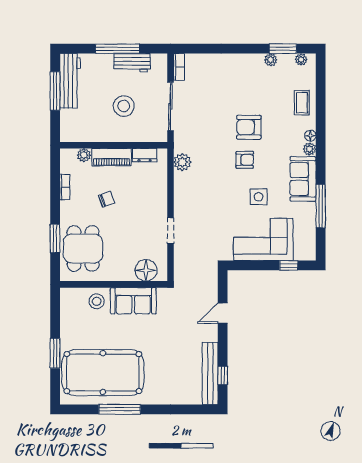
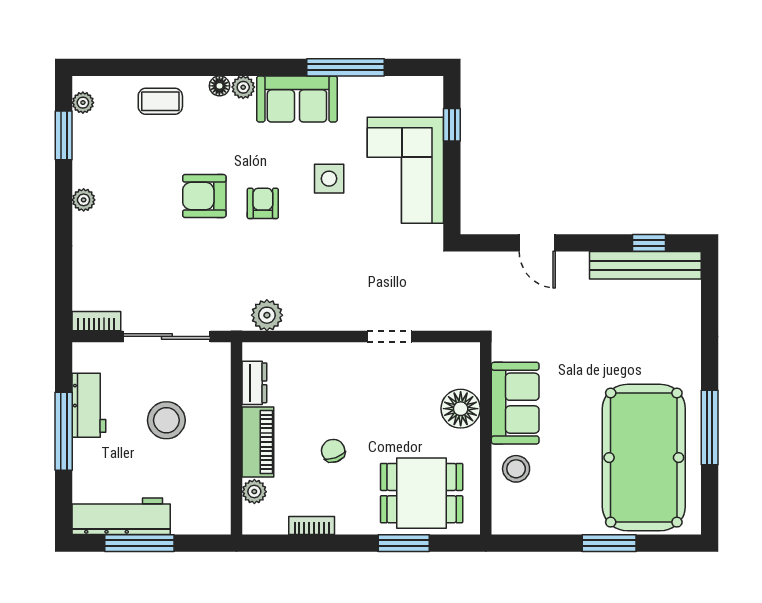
plant: (271, 60) -> (84, 200), moved
armchair: (249, 127) -> (204, 196), turned 90
floor lamp: (146, 270) -> (461, 409), moved

